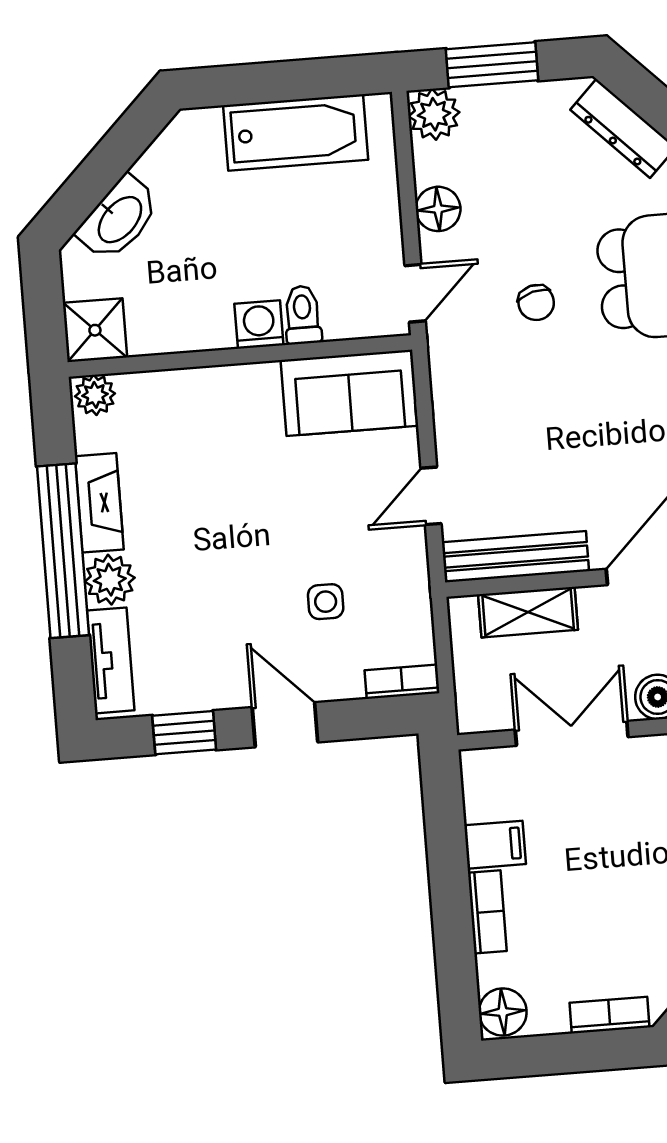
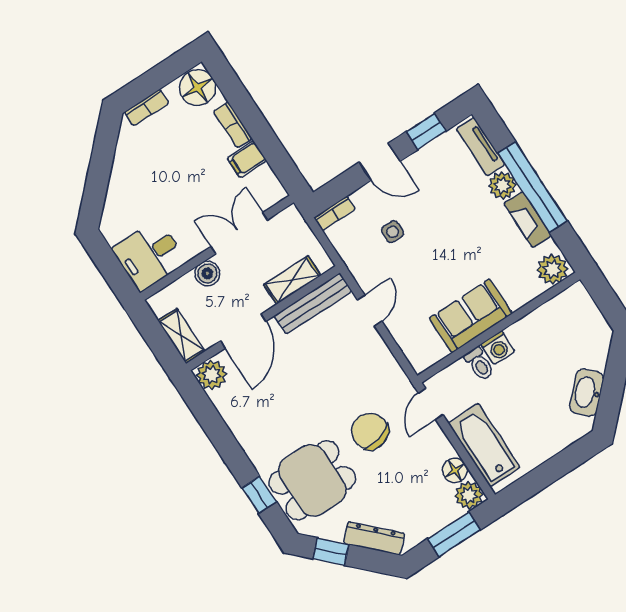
bathtub: (296, 133) -> (484, 445), moved, turned 90
floor lamp: (438, 209) -> (455, 470), moved
washbasin: (119, 219) -> (587, 392), moved
chair: (536, 303) -> (370, 431), width x1.87, depth x1.87
shower: (95, 330) -> (575, 302), removed
sofa: (349, 393) -> (471, 316), moved
plant: (95, 395) -> (552, 269), width x1.38, depth x1.38
double door: (572, 733) -> (239, 233), swing flipped
floor lamp: (503, 1012) -> (198, 88), width x1.38, depth x1.38

